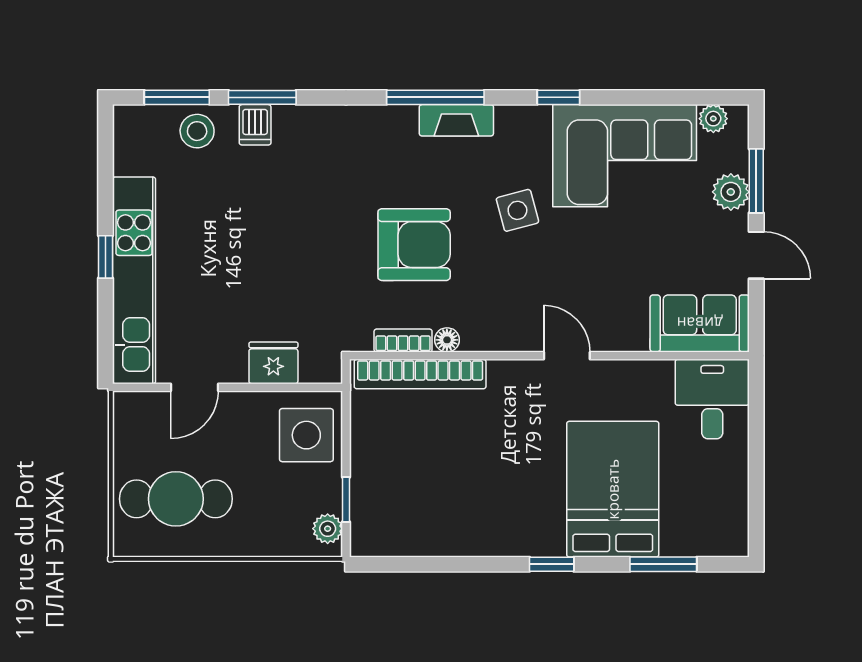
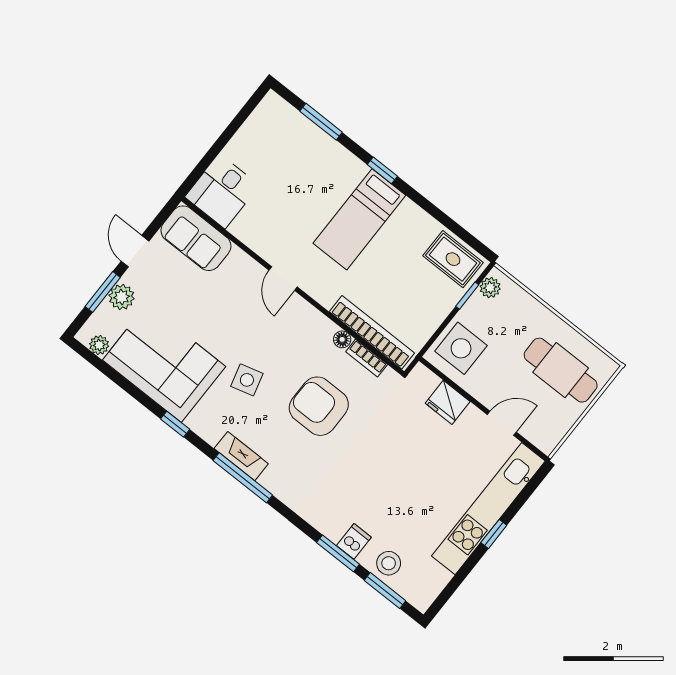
bed: (613, 489) -> (359, 219), moved, width x0.67
rug: (394, 528) -> (453, 259), added

